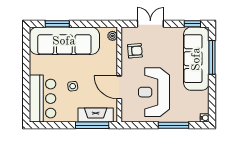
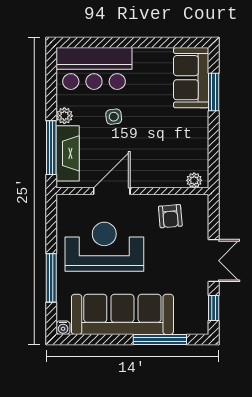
double door: (150, 24) -> (214, 261), moved
sofa: (64, 41) -> (191, 78), width x0.54, depth x0.79
sofa: (196, 59) -> (122, 314), moved
plant: (72, 117) -> (64, 116), added

